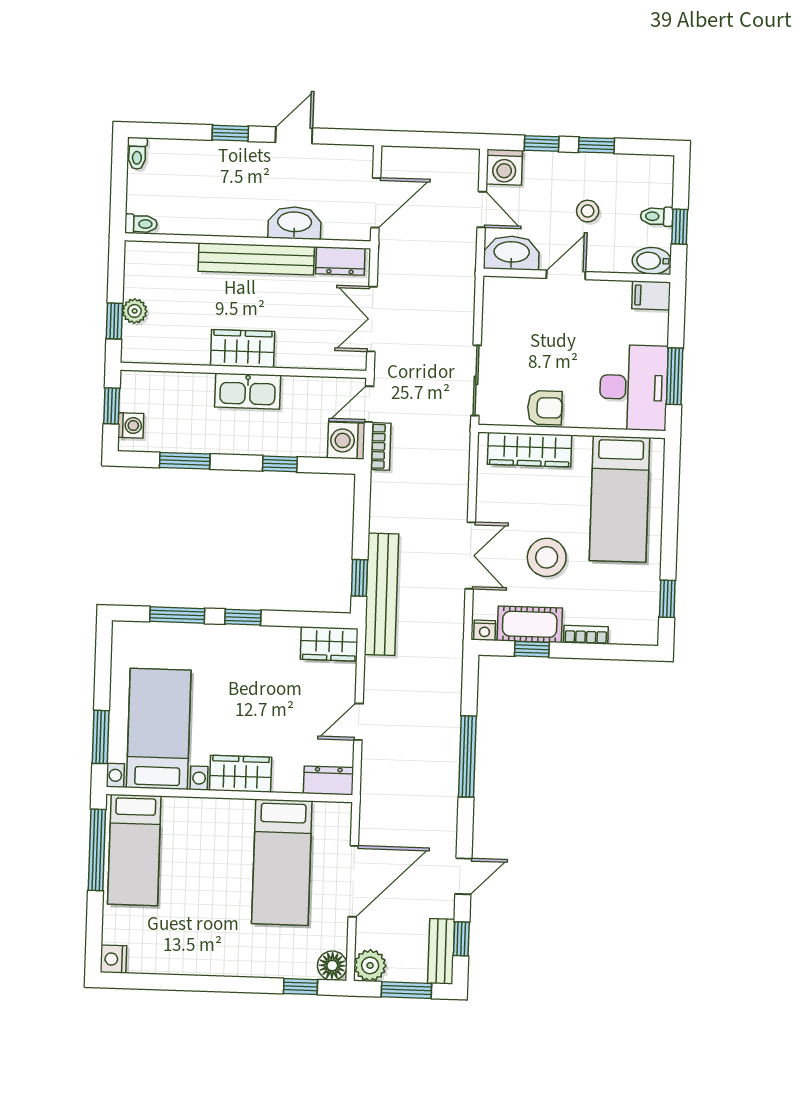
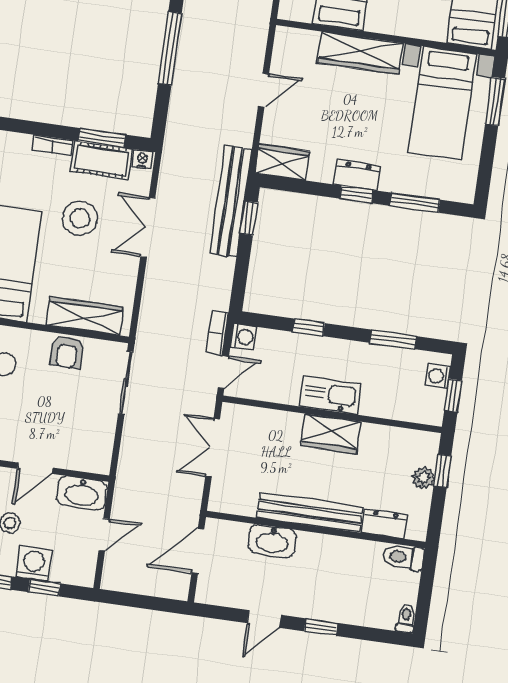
washing machine: (504, 167) -> (34, 564), moved
door: (482, 209) -> (104, 535), swing flipped
toilet: (141, 224) -> (403, 557), width x1.37, depth x1.39
dresser: (340, 261) -> (385, 524), moved
double door: (372, 319) -> (213, 448), swing flipped
armchair: (545, 408) -> (67, 352), turned -90
washing machine: (346, 441) -> (244, 337), width x0.73, depth x0.73
window: (532, 649) -> (102, 138), width x1.50
wardrobe: (241, 774) -> (360, 53), width x1.50
dresser: (328, 780) -> (357, 175), moved, turned 180

